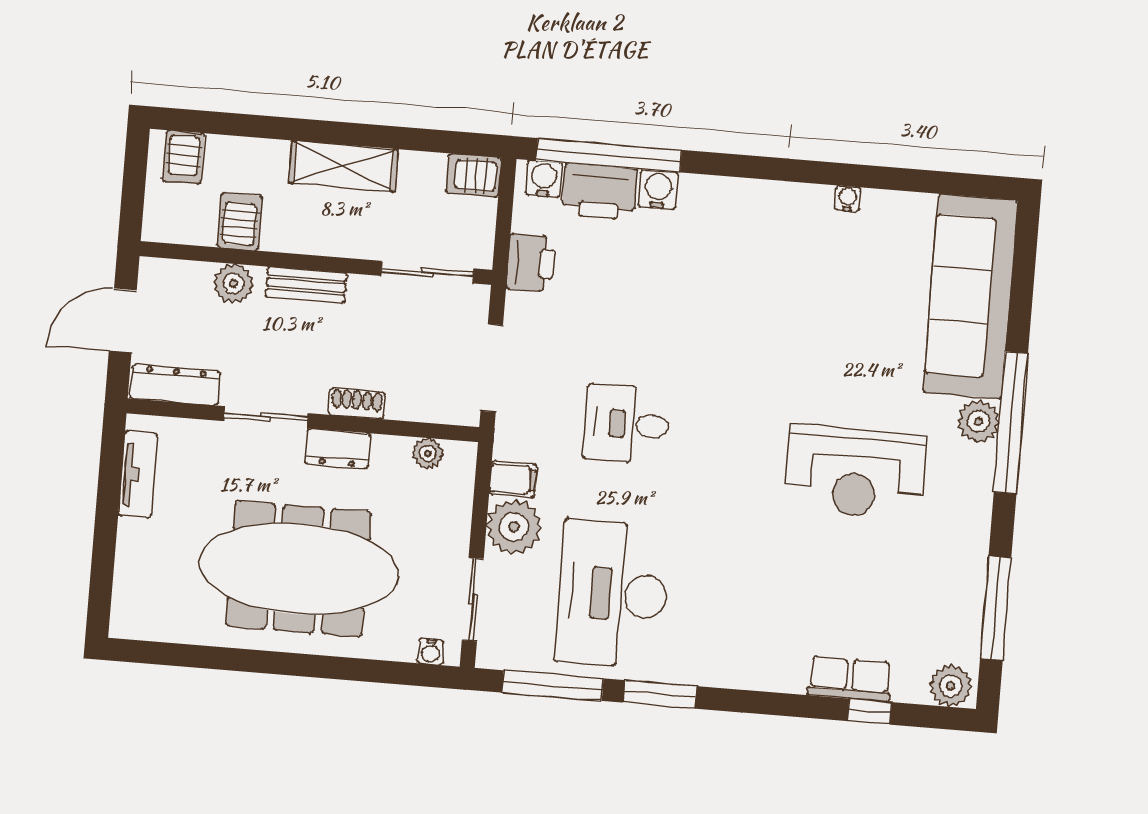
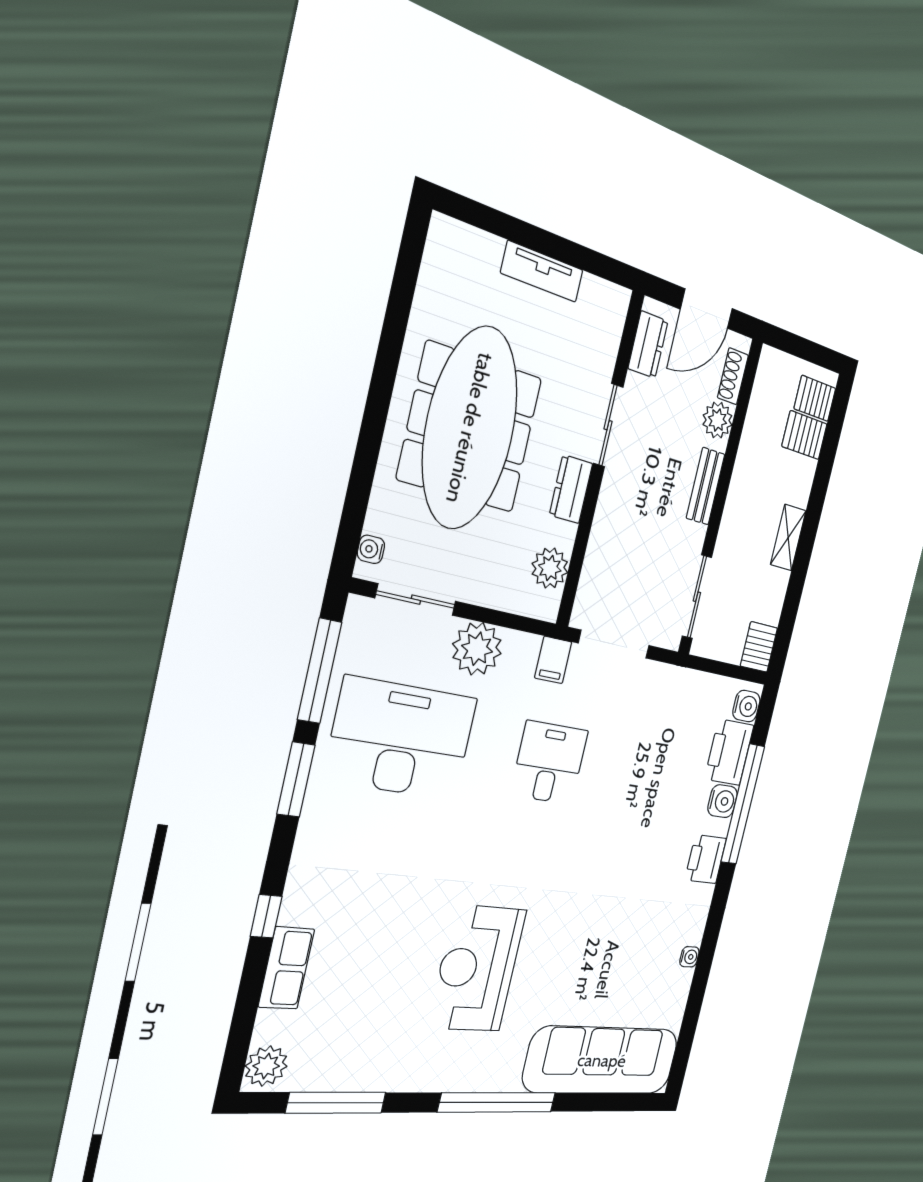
window: (609, 155) -> (743, 804), moved
shelving: (343, 166) -> (788, 538), width x0.67, depth x0.75
server rack: (240, 222) -> (805, 435), moved, turned 180
printer: (531, 263) -> (706, 859), moved, turned 90
door: (123, 321) -> (707, 309), swing flipped
dresser: (175, 385) -> (648, 345), width x0.70
shoe rack: (357, 404) -> (733, 376), moved, turned 180
plant: (979, 421) -> (503, 1074), removed
plant: (428, 454) -> (550, 568), width x1.38, depth x1.38
tv unit: (138, 474) -> (542, 271), moved
filing cabinet: (513, 479) -> (553, 660), moved
window: (870, 712) -> (266, 916), moved

